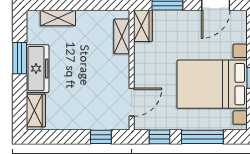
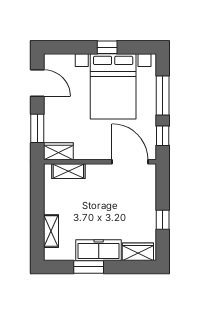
door: (132, 102) -> (130, 162), width x1.36
window: (101, 137) -> (163, 220), moved

